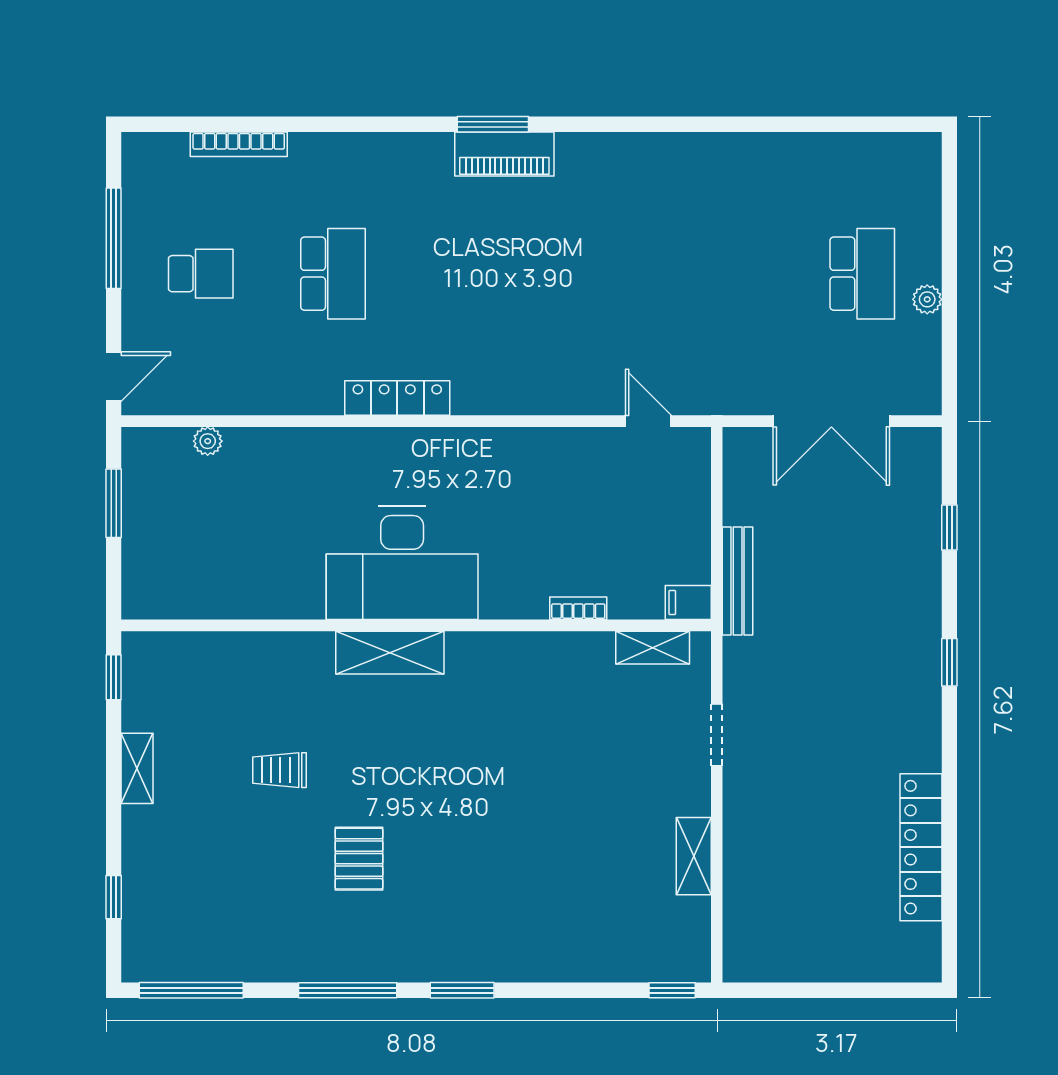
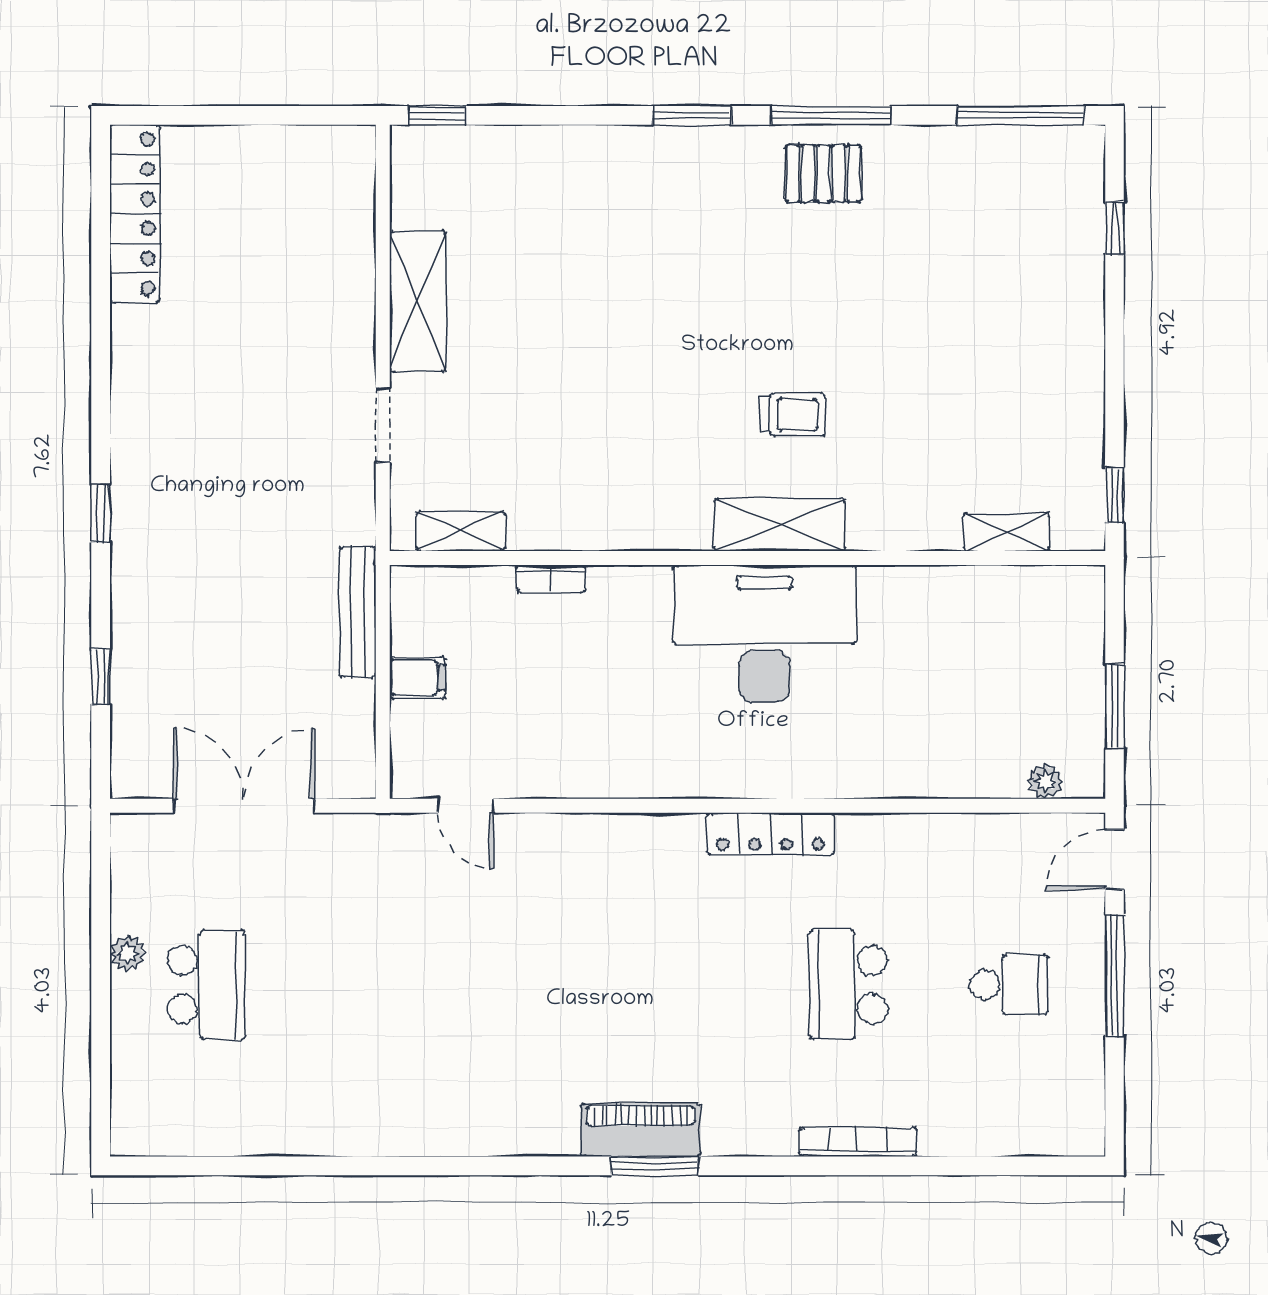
bookcase: (239, 144) -> (858, 1142), moved
window: (114, 238) -> (1115, 975), moved
school desk: (201, 274) -> (1009, 985), turned 180
school desk: (862, 274) -> (206, 985), turned 180
plant: (208, 441) -> (1045, 782), moved
filing cabinet: (688, 603) -> (417, 678), moved
shelving: (137, 768) -> (1006, 532), moved, turned 90
trolley: (280, 770) -> (793, 415), moved
locker: (921, 847) -> (135, 214), moved
shelving: (694, 856) -> (418, 301), width x1.50, depth x1.33
pallet: (359, 859) -> (823, 174), moved, turned 90

